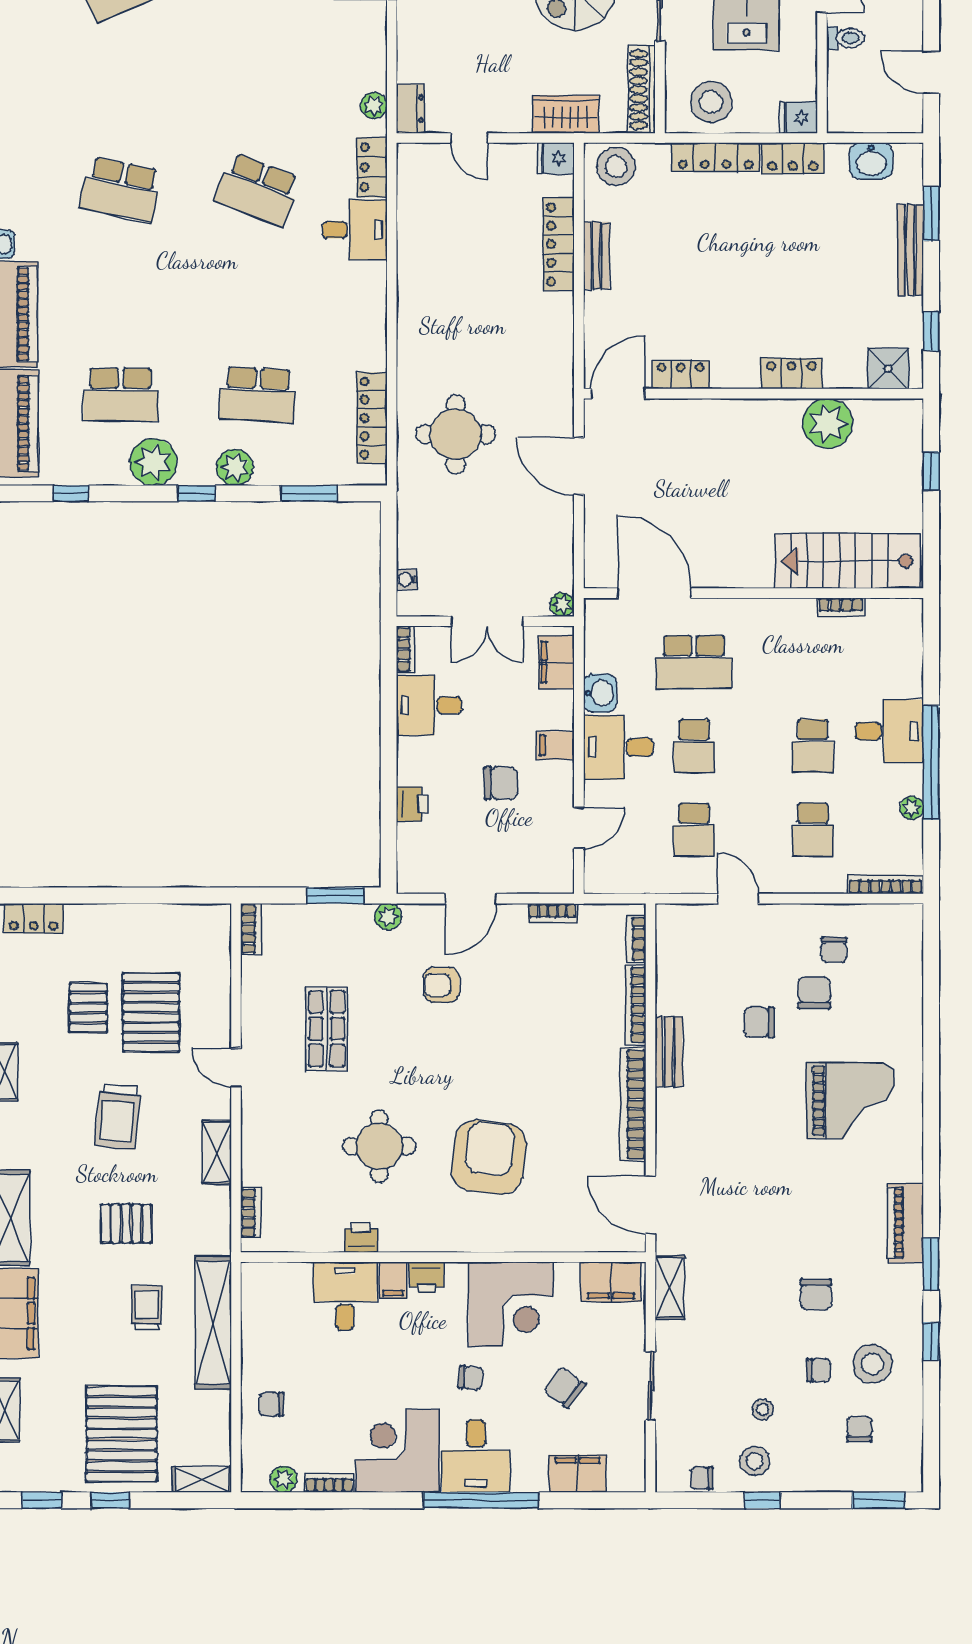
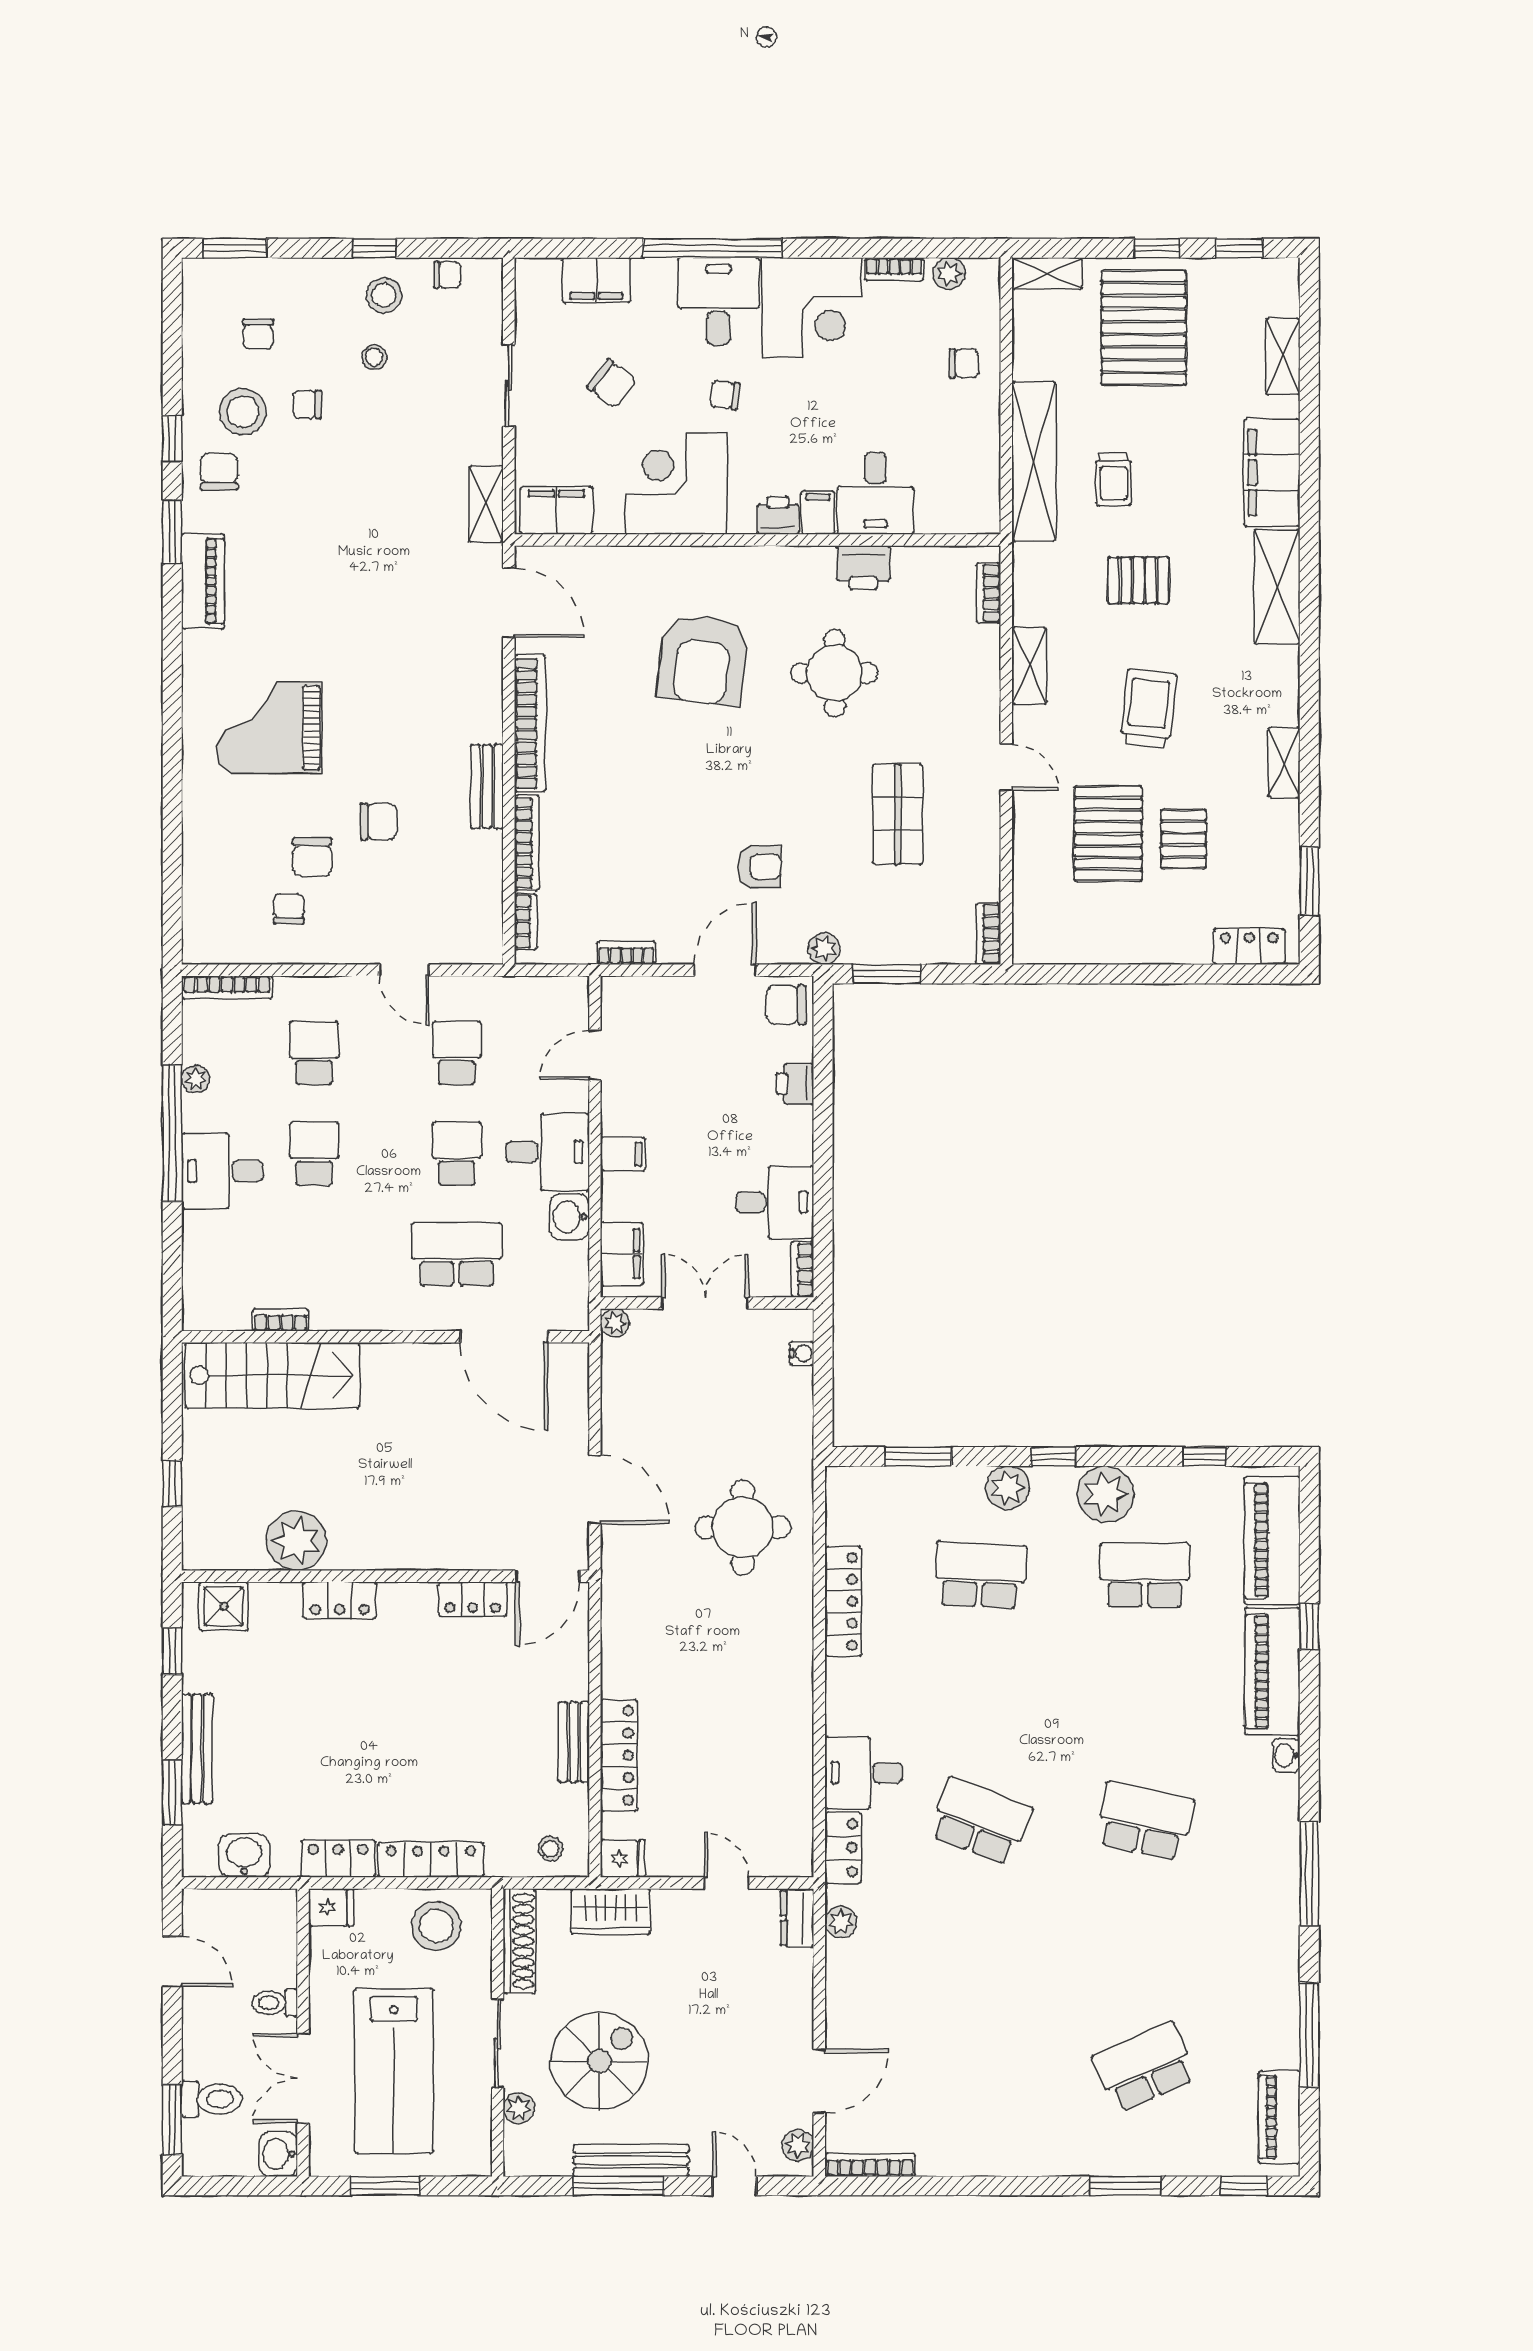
stool: (616, 166) -> (550, 1849), width x0.53, depth x0.53
locker: (372, 418) -> (843, 1601), moved
chair: (501, 783) -> (786, 1005), moved
printer: (361, 1238) -> (863, 568), width x1.36, depth x1.24
chair: (816, 1294) -> (219, 472), moved

